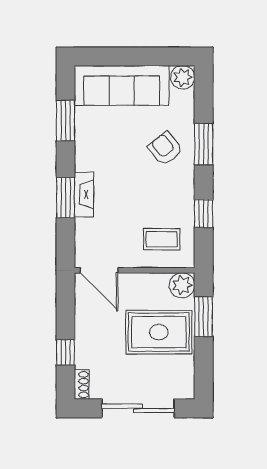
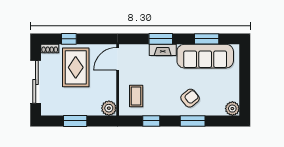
sofa: (122, 85) -> (205, 56), moved, turned -90
window: (204, 317) -> (75, 121), moved
rug: (159, 332) -> (76, 67), moved

